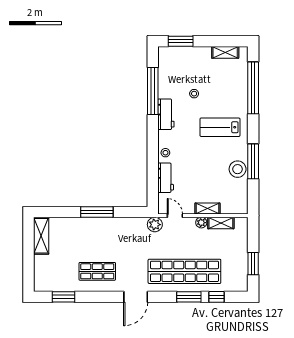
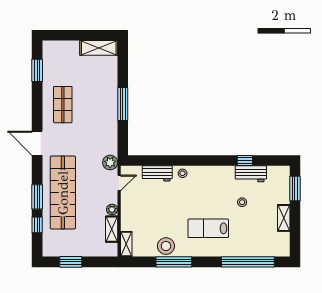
shelving: (225, 52) -> (284, 218), moved
window: (153, 91) -> (245, 161), width x0.32
workbench: (166, 114) -> (251, 174), moved
lab bench: (220, 127) -> (208, 228), turned -90
shelving: (207, 208) -> (126, 244), moved

